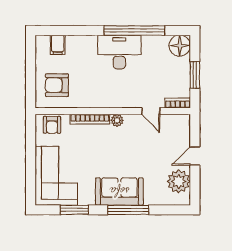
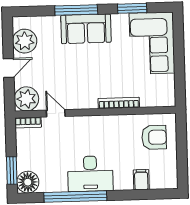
filing cabinet: (58, 45) -> (141, 180), moved
window: (195, 75) -> (12, 171), moved
plant: (117, 120) -> (26, 99), moved, width x1.87, depth x1.87
armchair: (52, 125) -> (158, 96), removed

